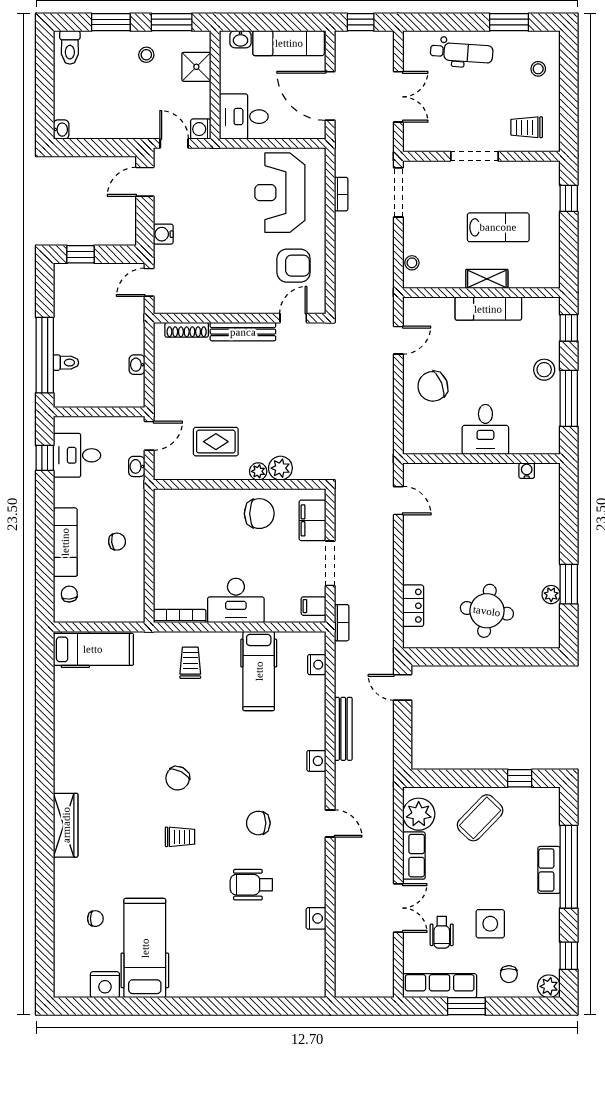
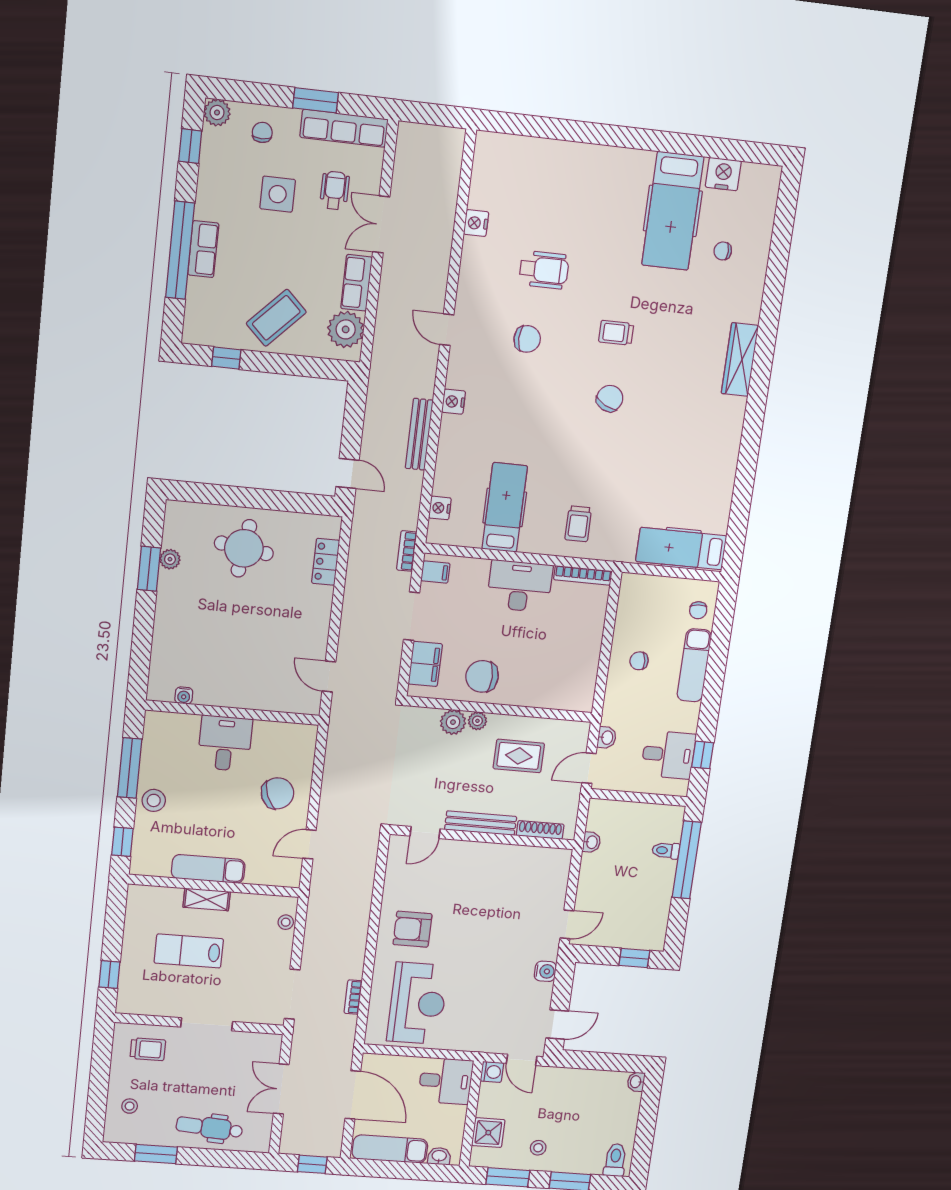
wall: (240, 318) -> (482, 837), moved
door: (293, 318) -> (425, 832), moved
shoe rack: (187, 330) -> (540, 830), moved
bench: (243, 332) -> (481, 823), moved

